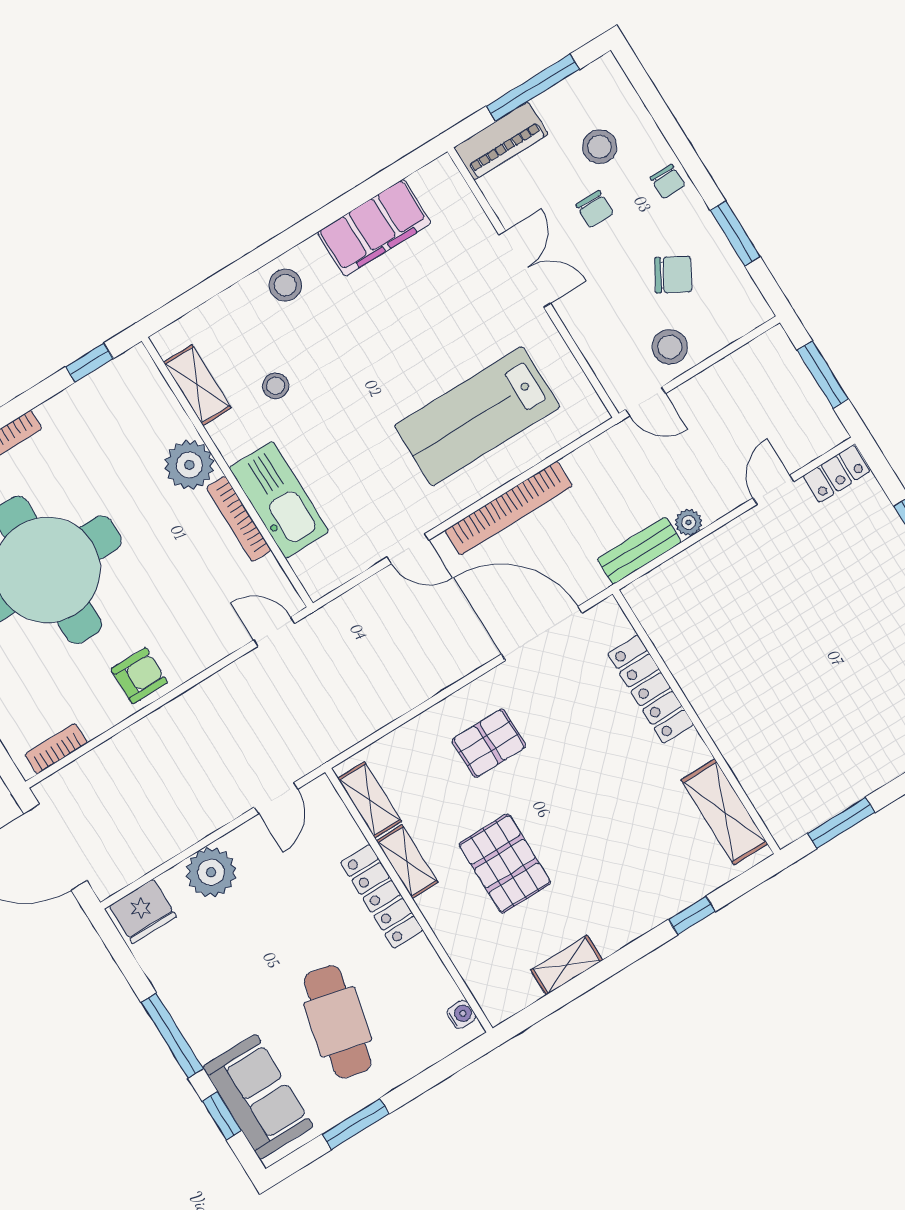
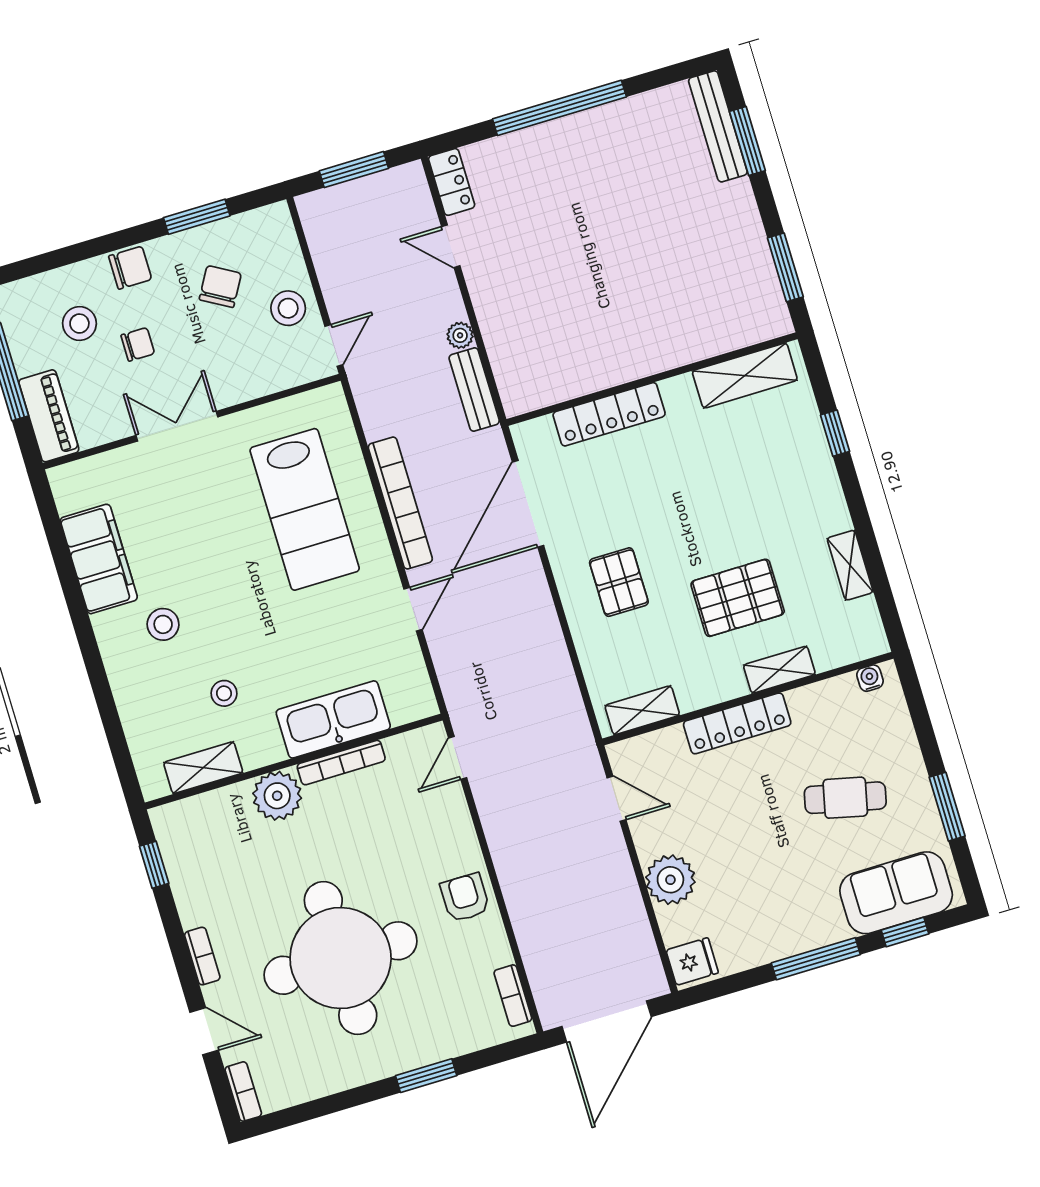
chair: (668, 181) -> (130, 268), width x1.37, depth x1.37
stool: (285, 285) -> (163, 624), moved
shelving: (407, 862) -> (779, 670), moved
fridge: (143, 911) -> (692, 961), width x0.72
cafe table: (338, 1022) -> (845, 798), width x0.73, depth x0.74

